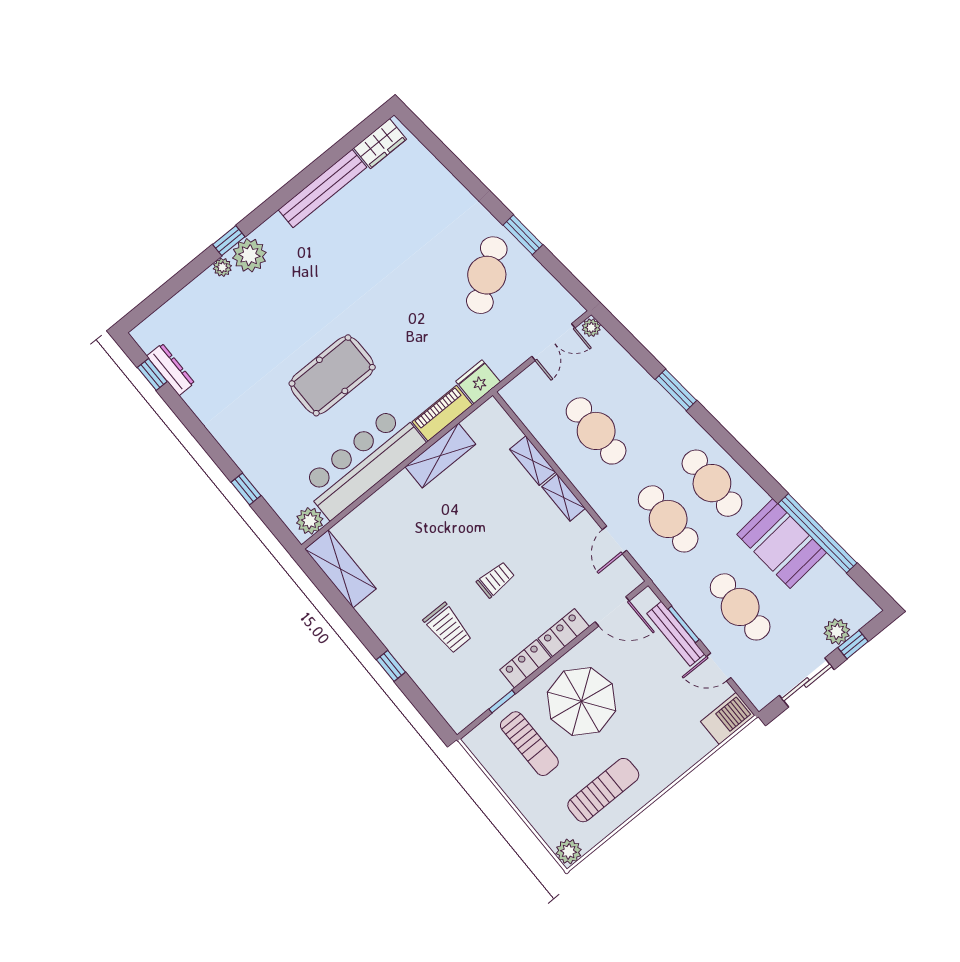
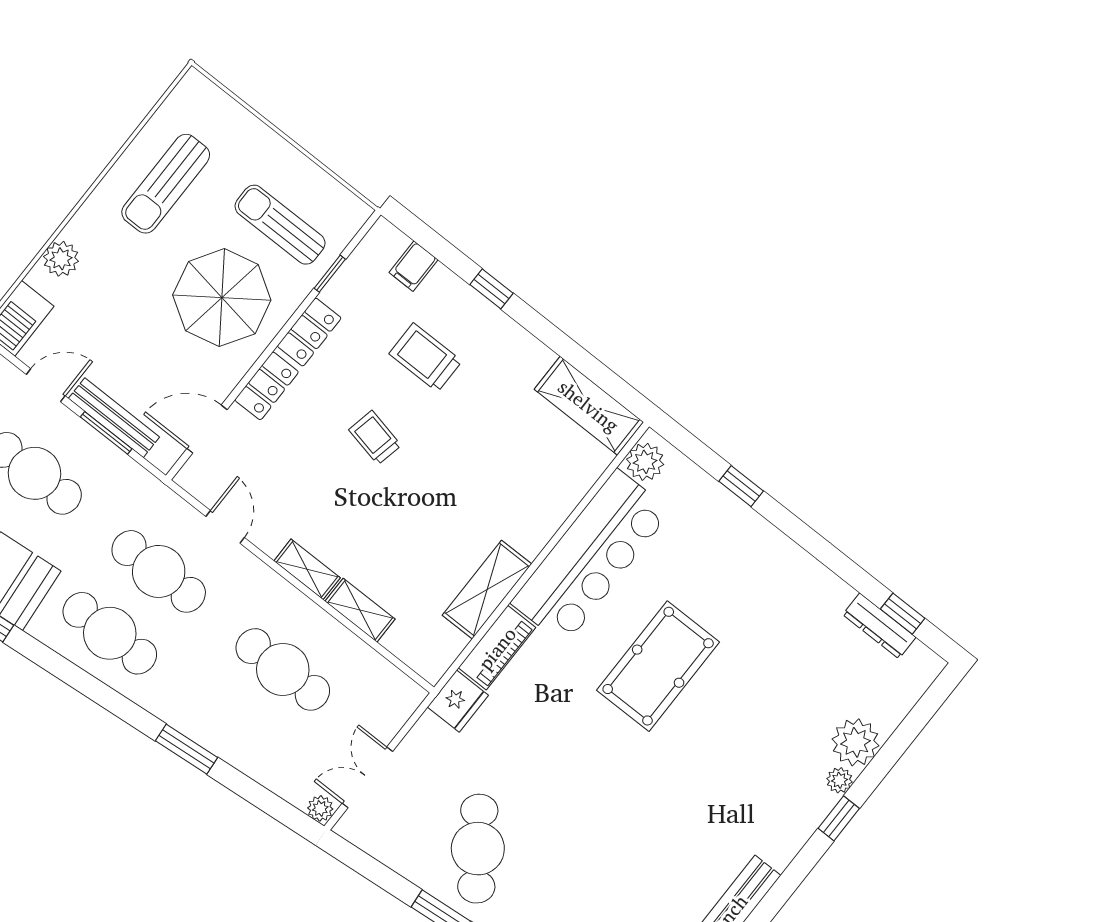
plant: (249, 255) -> (856, 742), moved
trolley: (496, 580) -> (375, 438), turned 102
filing cabinet: (442, 694) -> (414, 266), added
plant: (569, 851) -> (61, 259), moved

